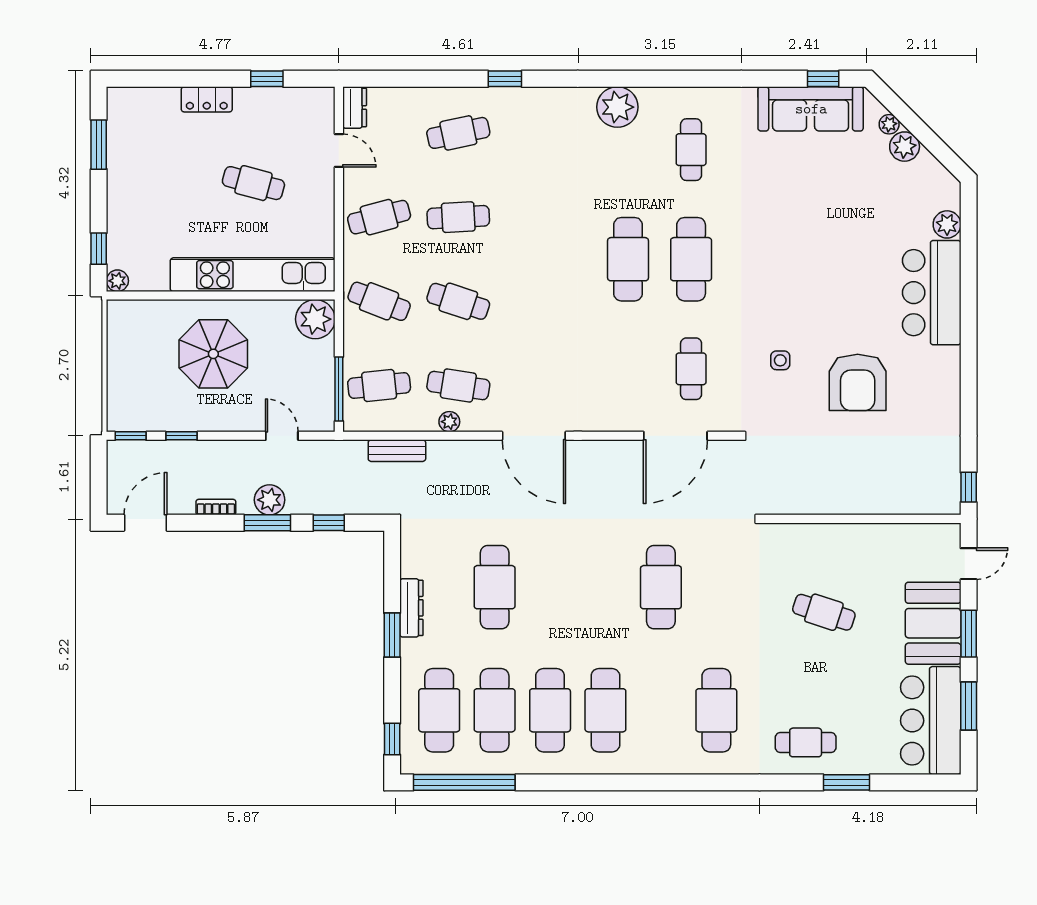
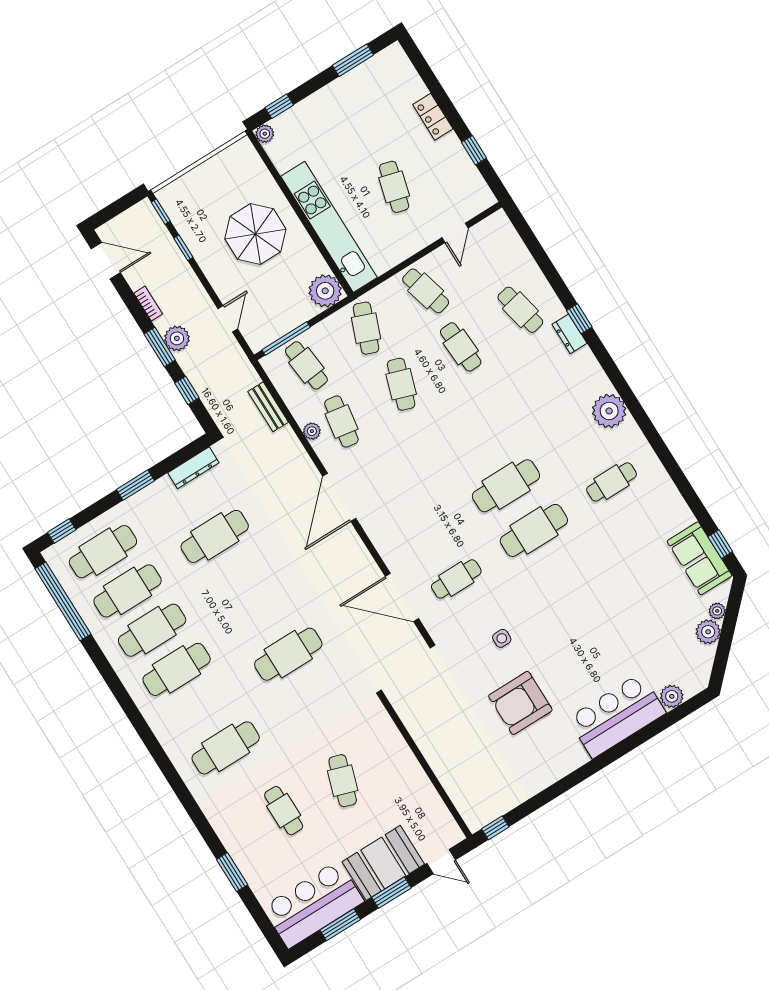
dresser: (355, 108) -> (569, 334), moved, turned 90
sofa: (811, 109) -> (699, 558), width x0.73
dresser: (411, 608) -> (193, 468), moved
cafe table: (806, 742) -> (284, 811), moved

